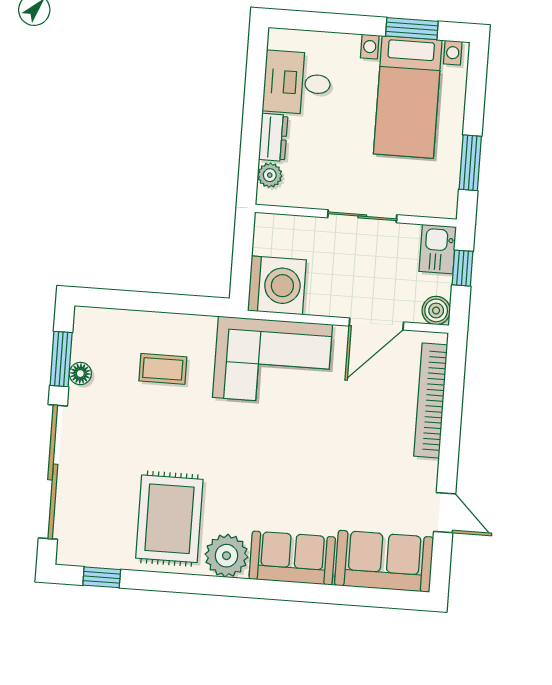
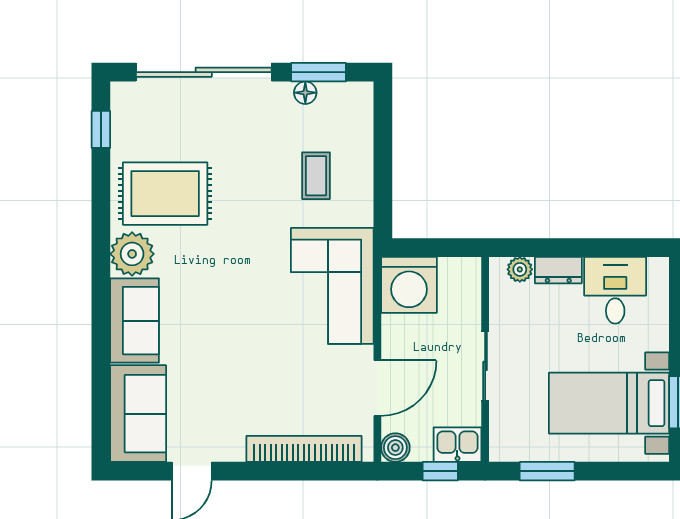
door: (376, 324) -> (377, 388), swing flipped

